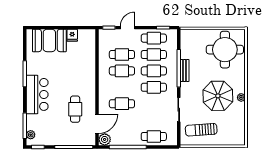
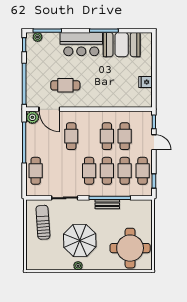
booth: (49, 40) -> (122, 45), moved, turned 90

